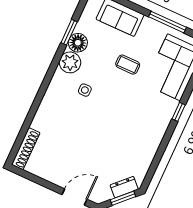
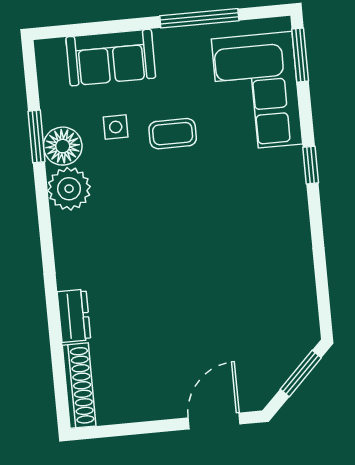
side table: (85, 90) -> (116, 127), moved
dresser: (124, 187) -> (74, 316), moved, turned 135

